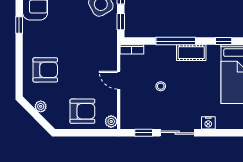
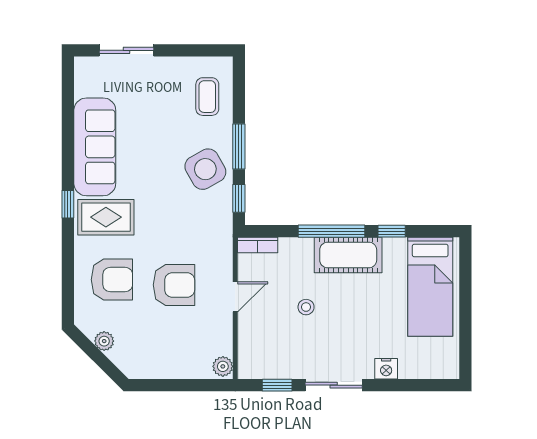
rug: (42, 33) -> (106, 217), added
window: (224, 41) -> (392, 231), moved
cot: (191, 53) -> (348, 255), width x1.37, depth x1.34
door: (119, 80) -> (235, 297), swing flipped
armchair: (82, 111) -> (174, 285), moved

